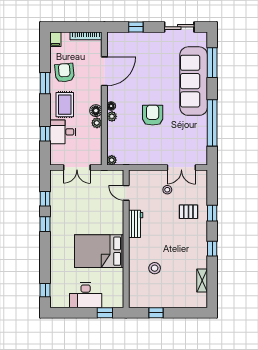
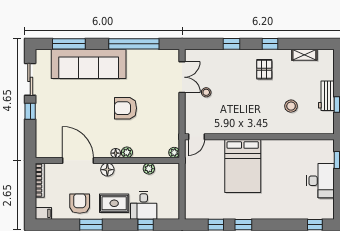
window: (136, 27) -> (30, 111), moved
armchair: (64, 73) -> (80, 204), turned 95
floor lamp: (96, 111) -> (107, 170), moved
plant: (97, 123) -> (149, 169), moved
double door: (77, 167) -> (182, 190), removed
door: (126, 193) -> (196, 137), moved
pallet: (188, 212) -> (264, 69), moved
workbench: (136, 224) -> (326, 96), moved, turned -90
bed: (99, 251) -> (243, 166), moved

